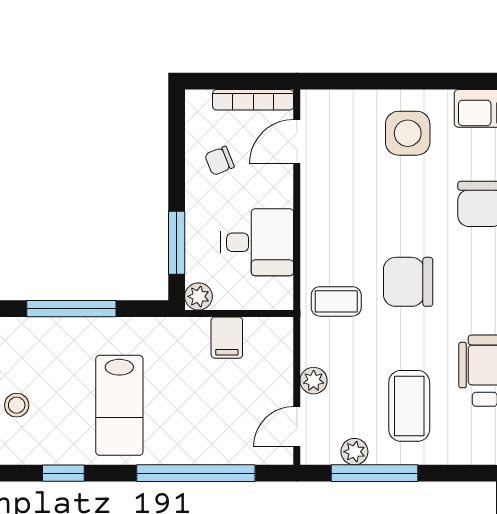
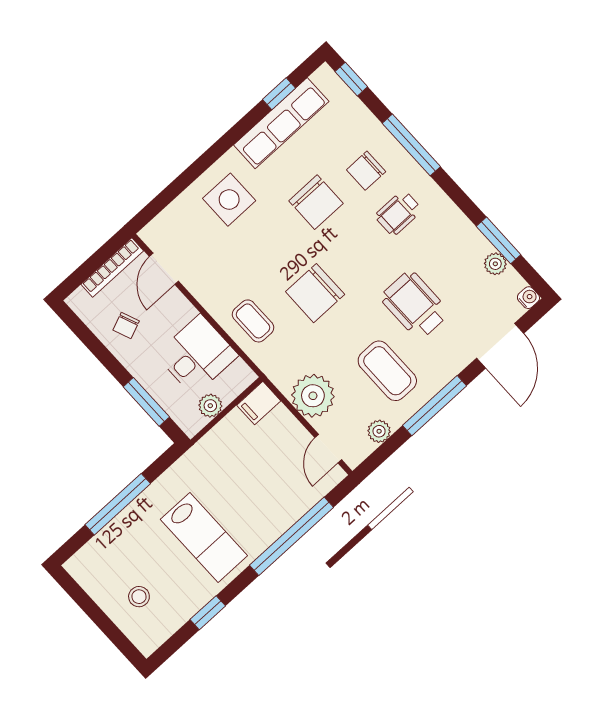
plant: (198, 296) -> (210, 406), moved
coffee table: (336, 301) -> (253, 321), moved, turned 90
filing cabinet: (227, 338) -> (259, 403), moved, turned 90
plant: (314, 381) -> (313, 396), width x1.88, depth x1.88
window: (374, 473) -> (435, 406), moved

